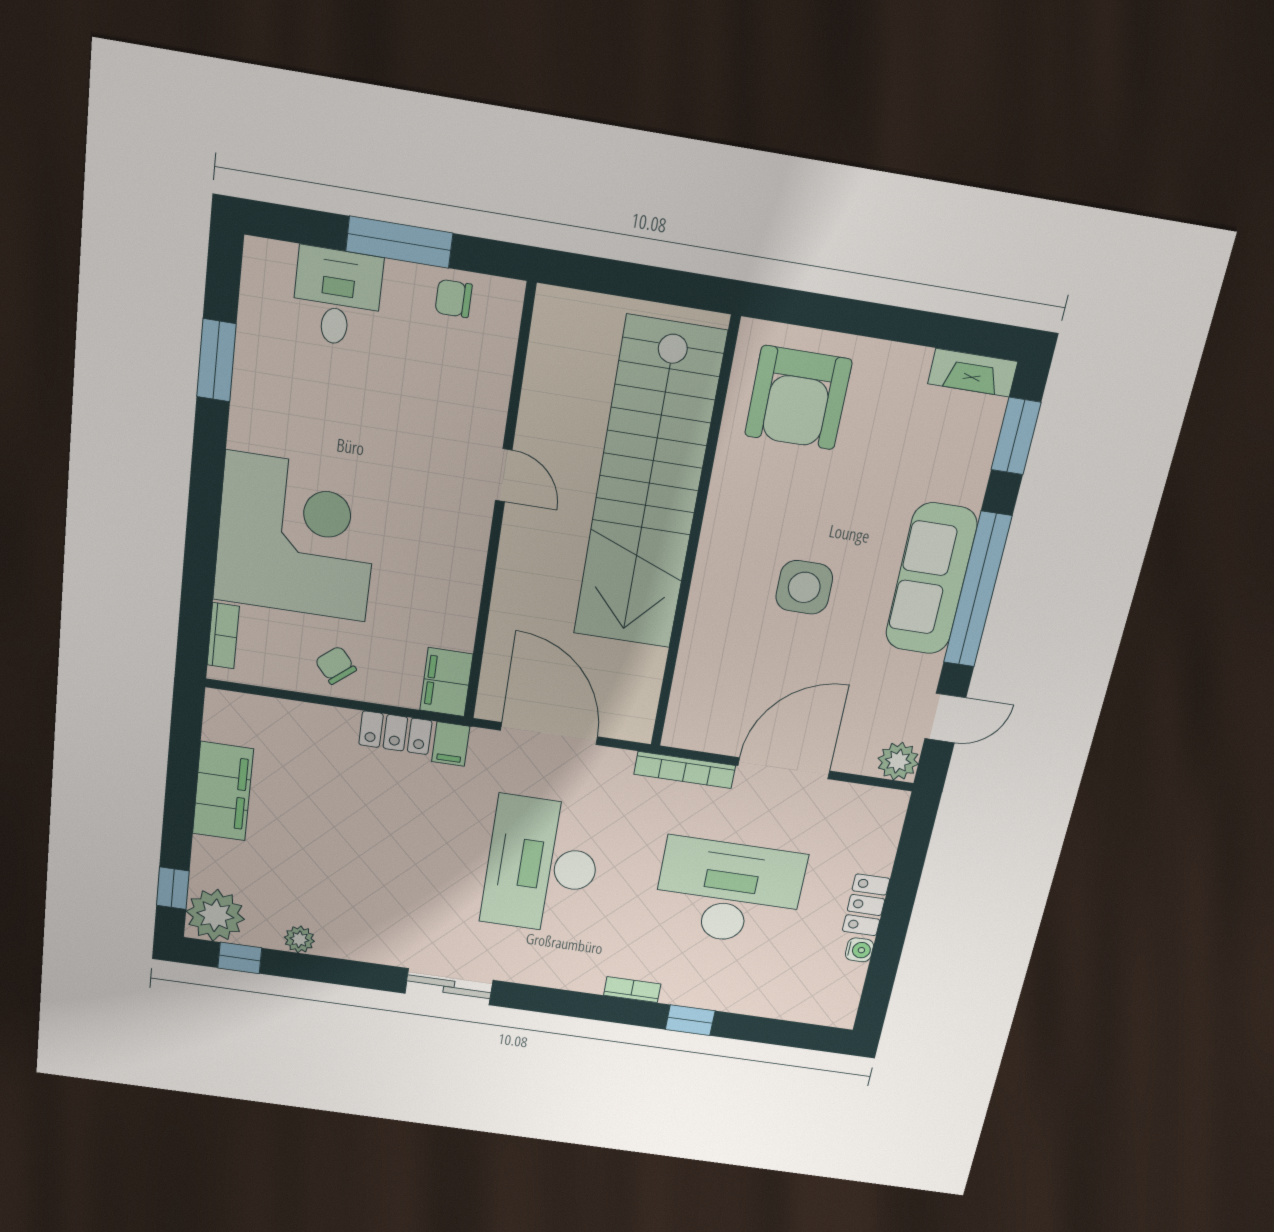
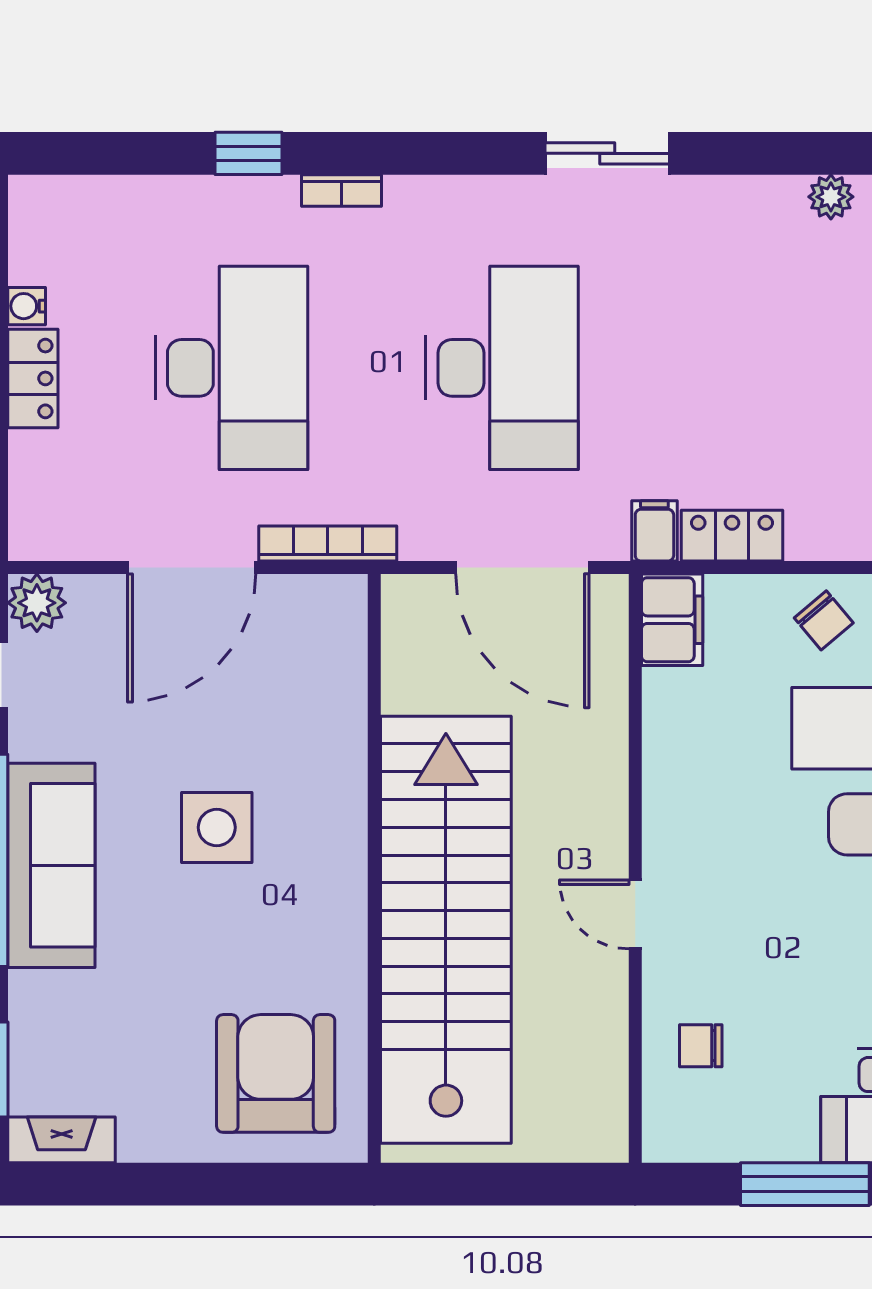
chair: (454, 298) -> (701, 1046), moved, turned 180
desk: (729, 892) -> (232, 368), turned -90

